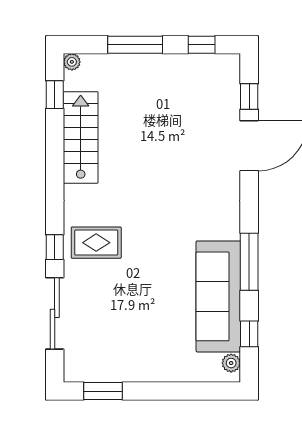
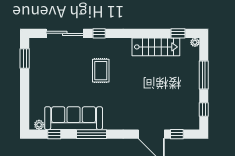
rug: (96, 243) -> (101, 71), moved

